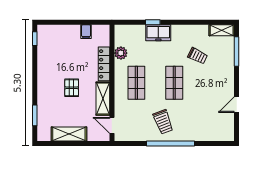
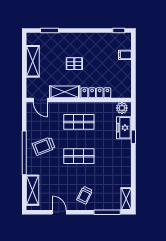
filing cabinet: (86, 32) -> (125, 55), moved
freezer: (158, 33) -> (124, 128), moved
plant: (121, 53) -> (122, 108), moved
trolley: (198, 56) -> (85, 195), moved
door: (112, 125) -> (40, 100), swing flipped
shelving: (212, 134) -> (32, 190), added

